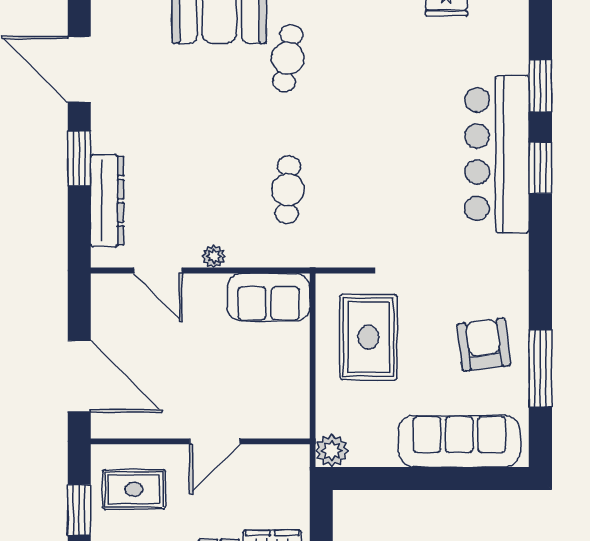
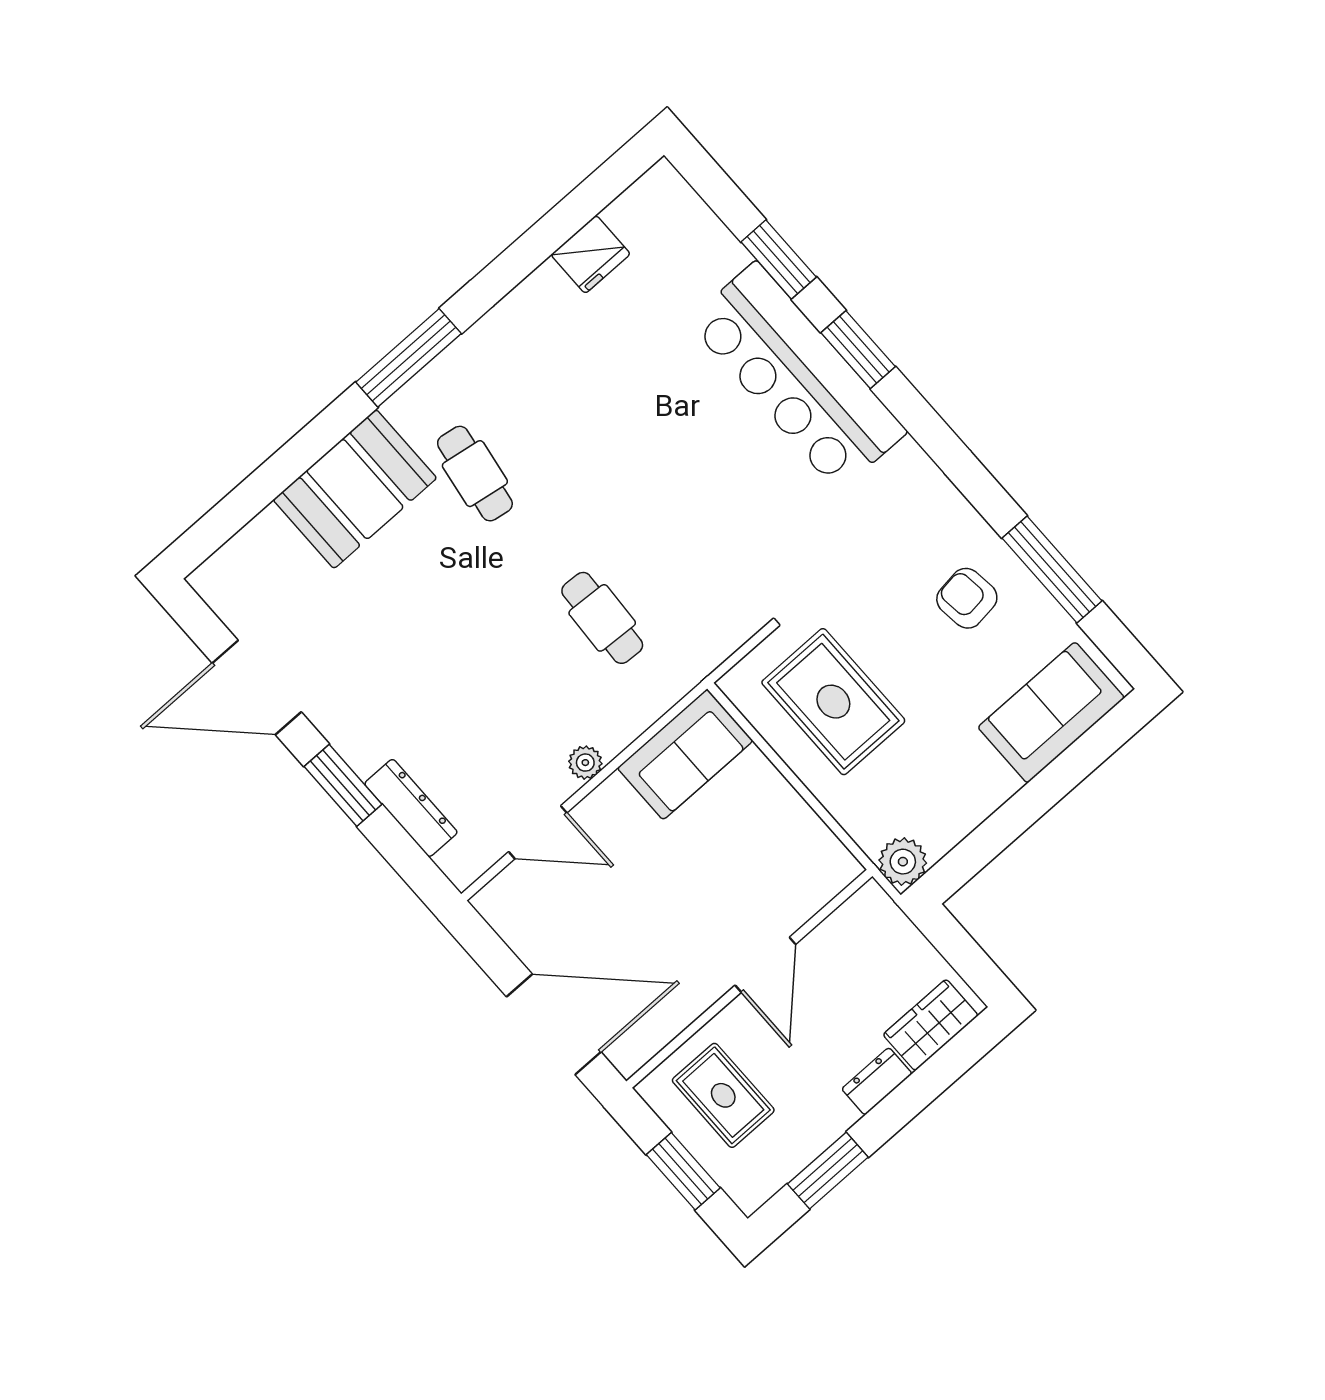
dresser: (107, 201) -> (411, 808), width x0.73, depth x0.80
armchair: (484, 345) -> (967, 598), width x0.72, depth x0.72
sofa: (459, 441) -> (1051, 712), width x0.73
rug: (134, 489) -> (723, 1095), turned 90

